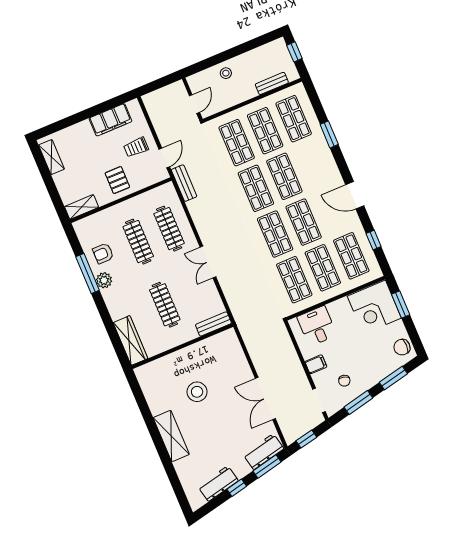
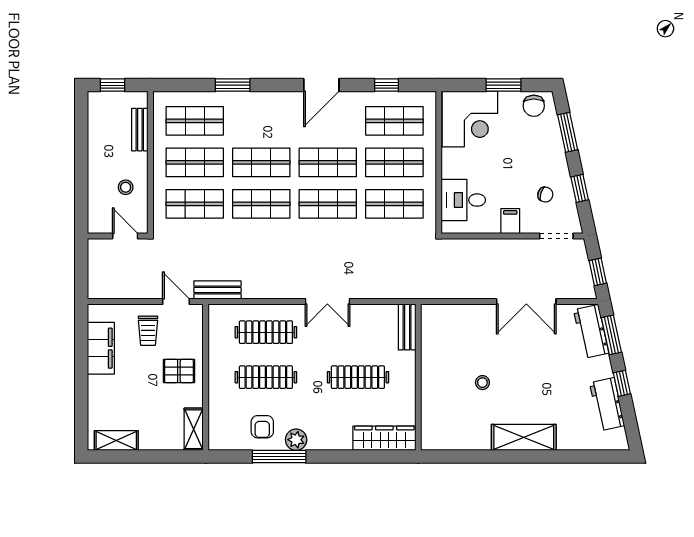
stool: (226, 73) -> (126, 187), moved
window: (401, 304) -> (503, 85), moved
stool: (197, 392) -> (482, 383), width x0.53, depth x0.53
window: (358, 403) -> (580, 188), width x0.67

